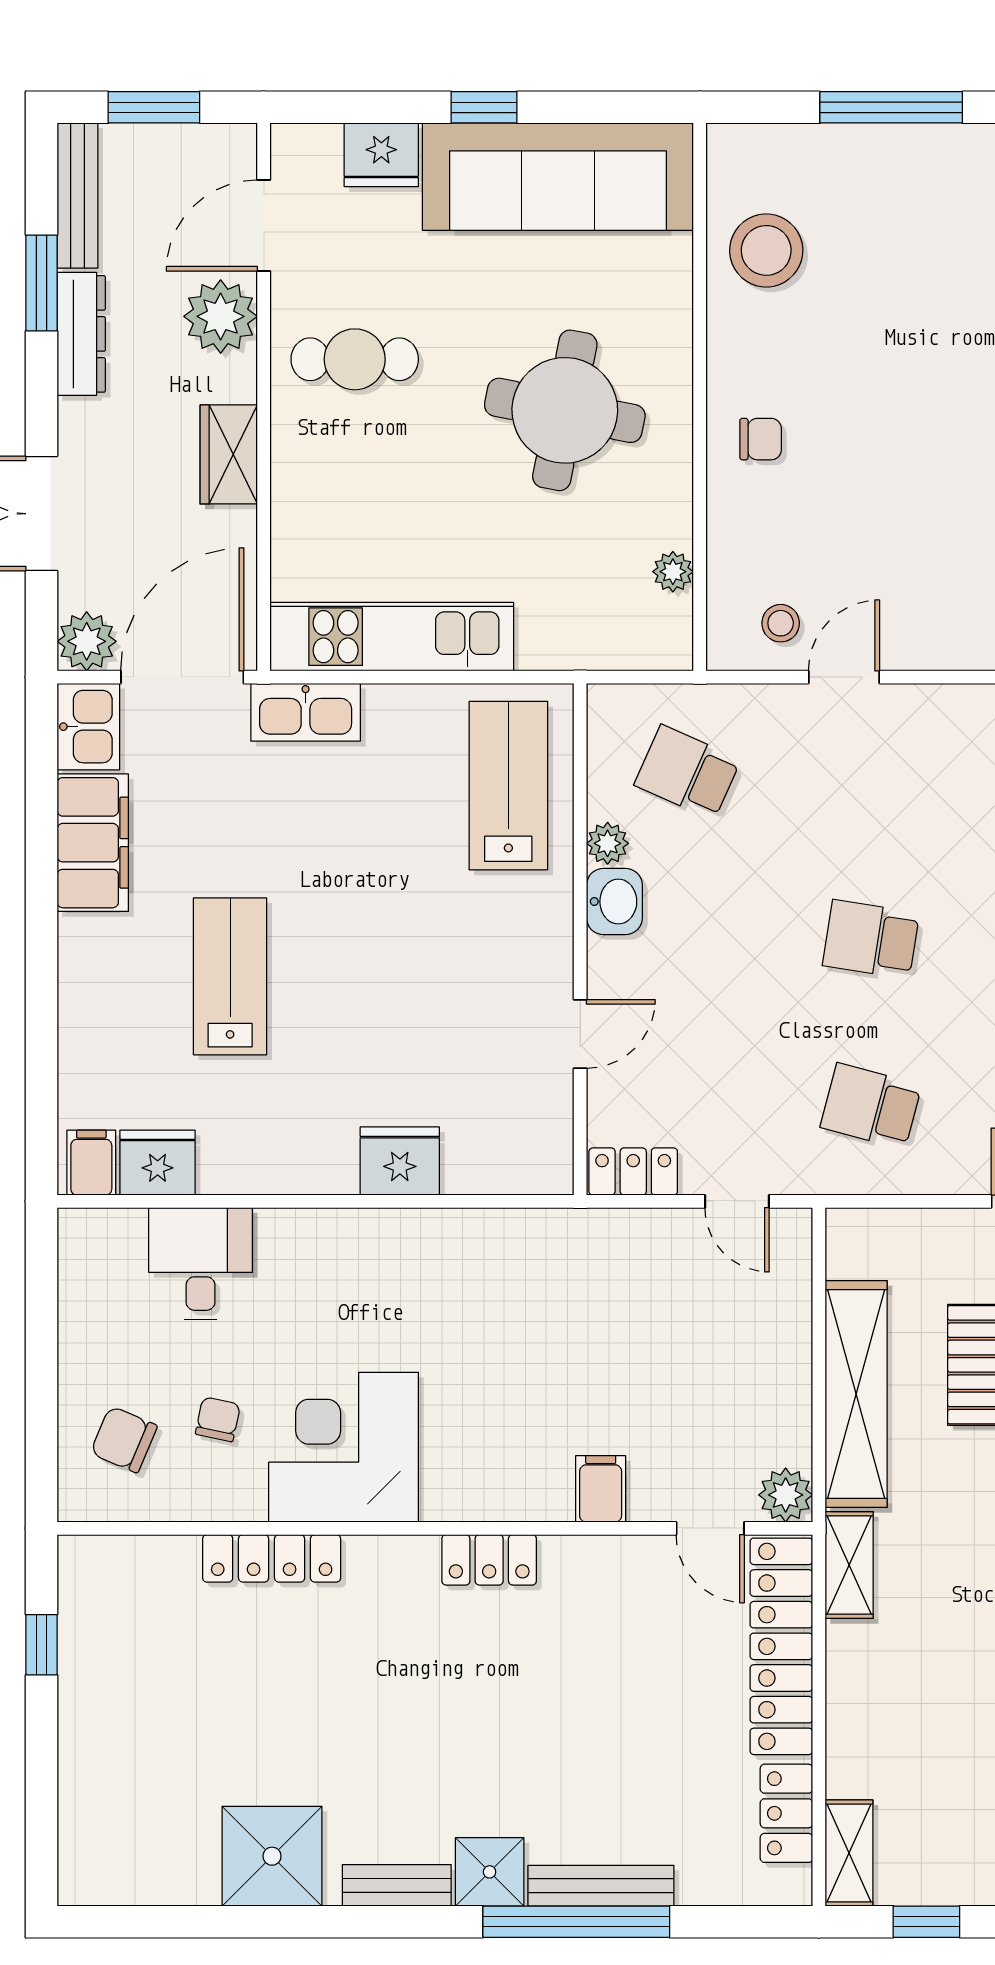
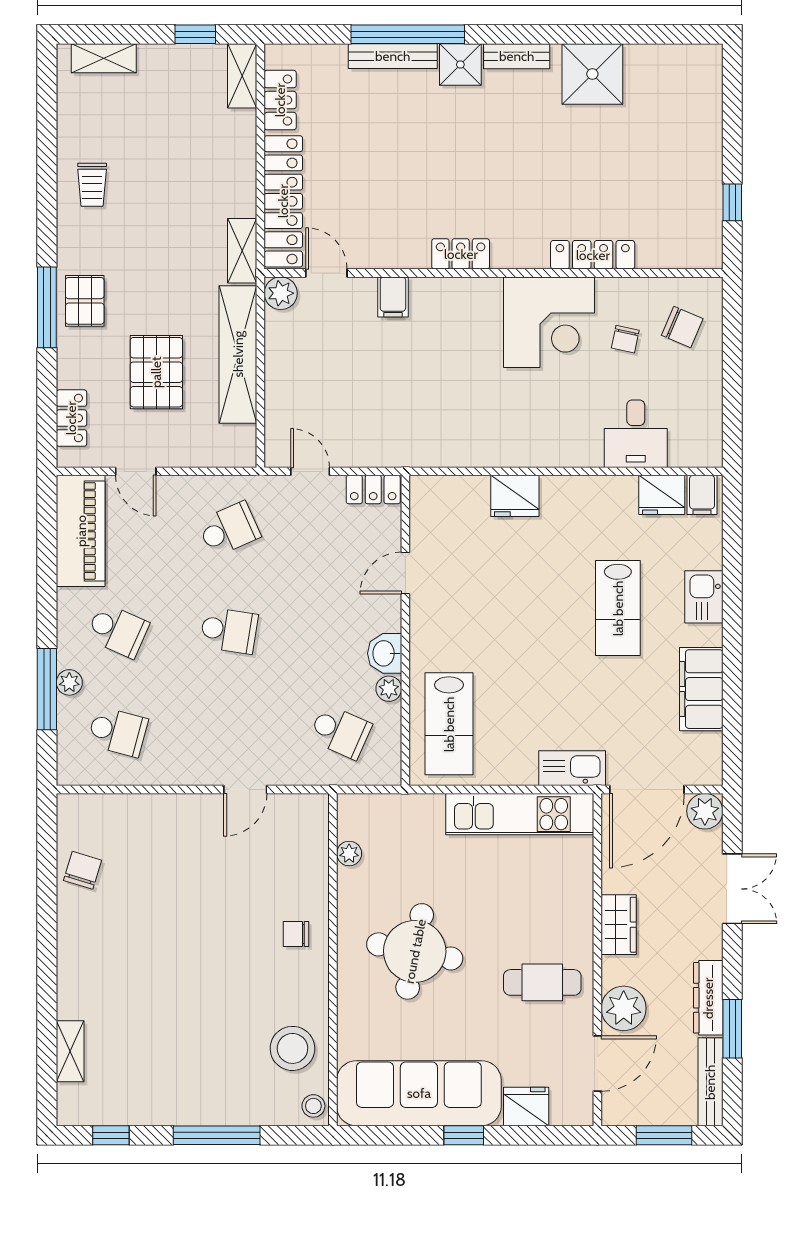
stool: (781, 623) -> (313, 1106), moved
kitchen sink: (88, 727) -> (704, 597), moved
school desk: (871, 1106) -> (229, 529), turned -39

